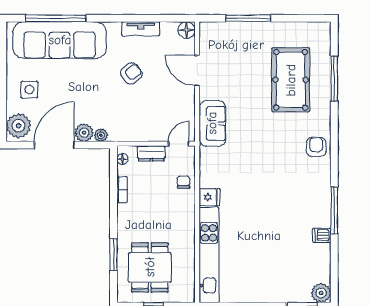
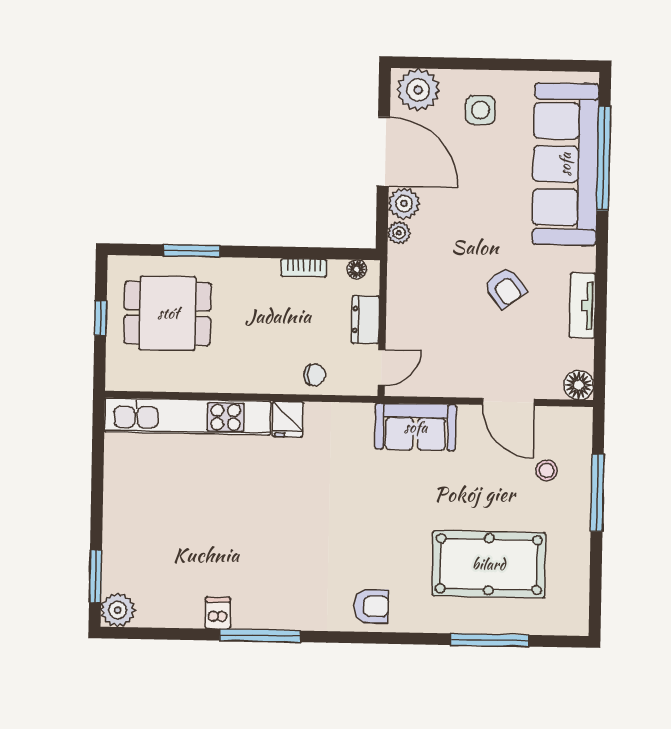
stool: (236, 48) -> (547, 470), added
door: (197, 70) -> (508, 402), swing flipped
door: (179, 144) -> (382, 367), hinge flipped

